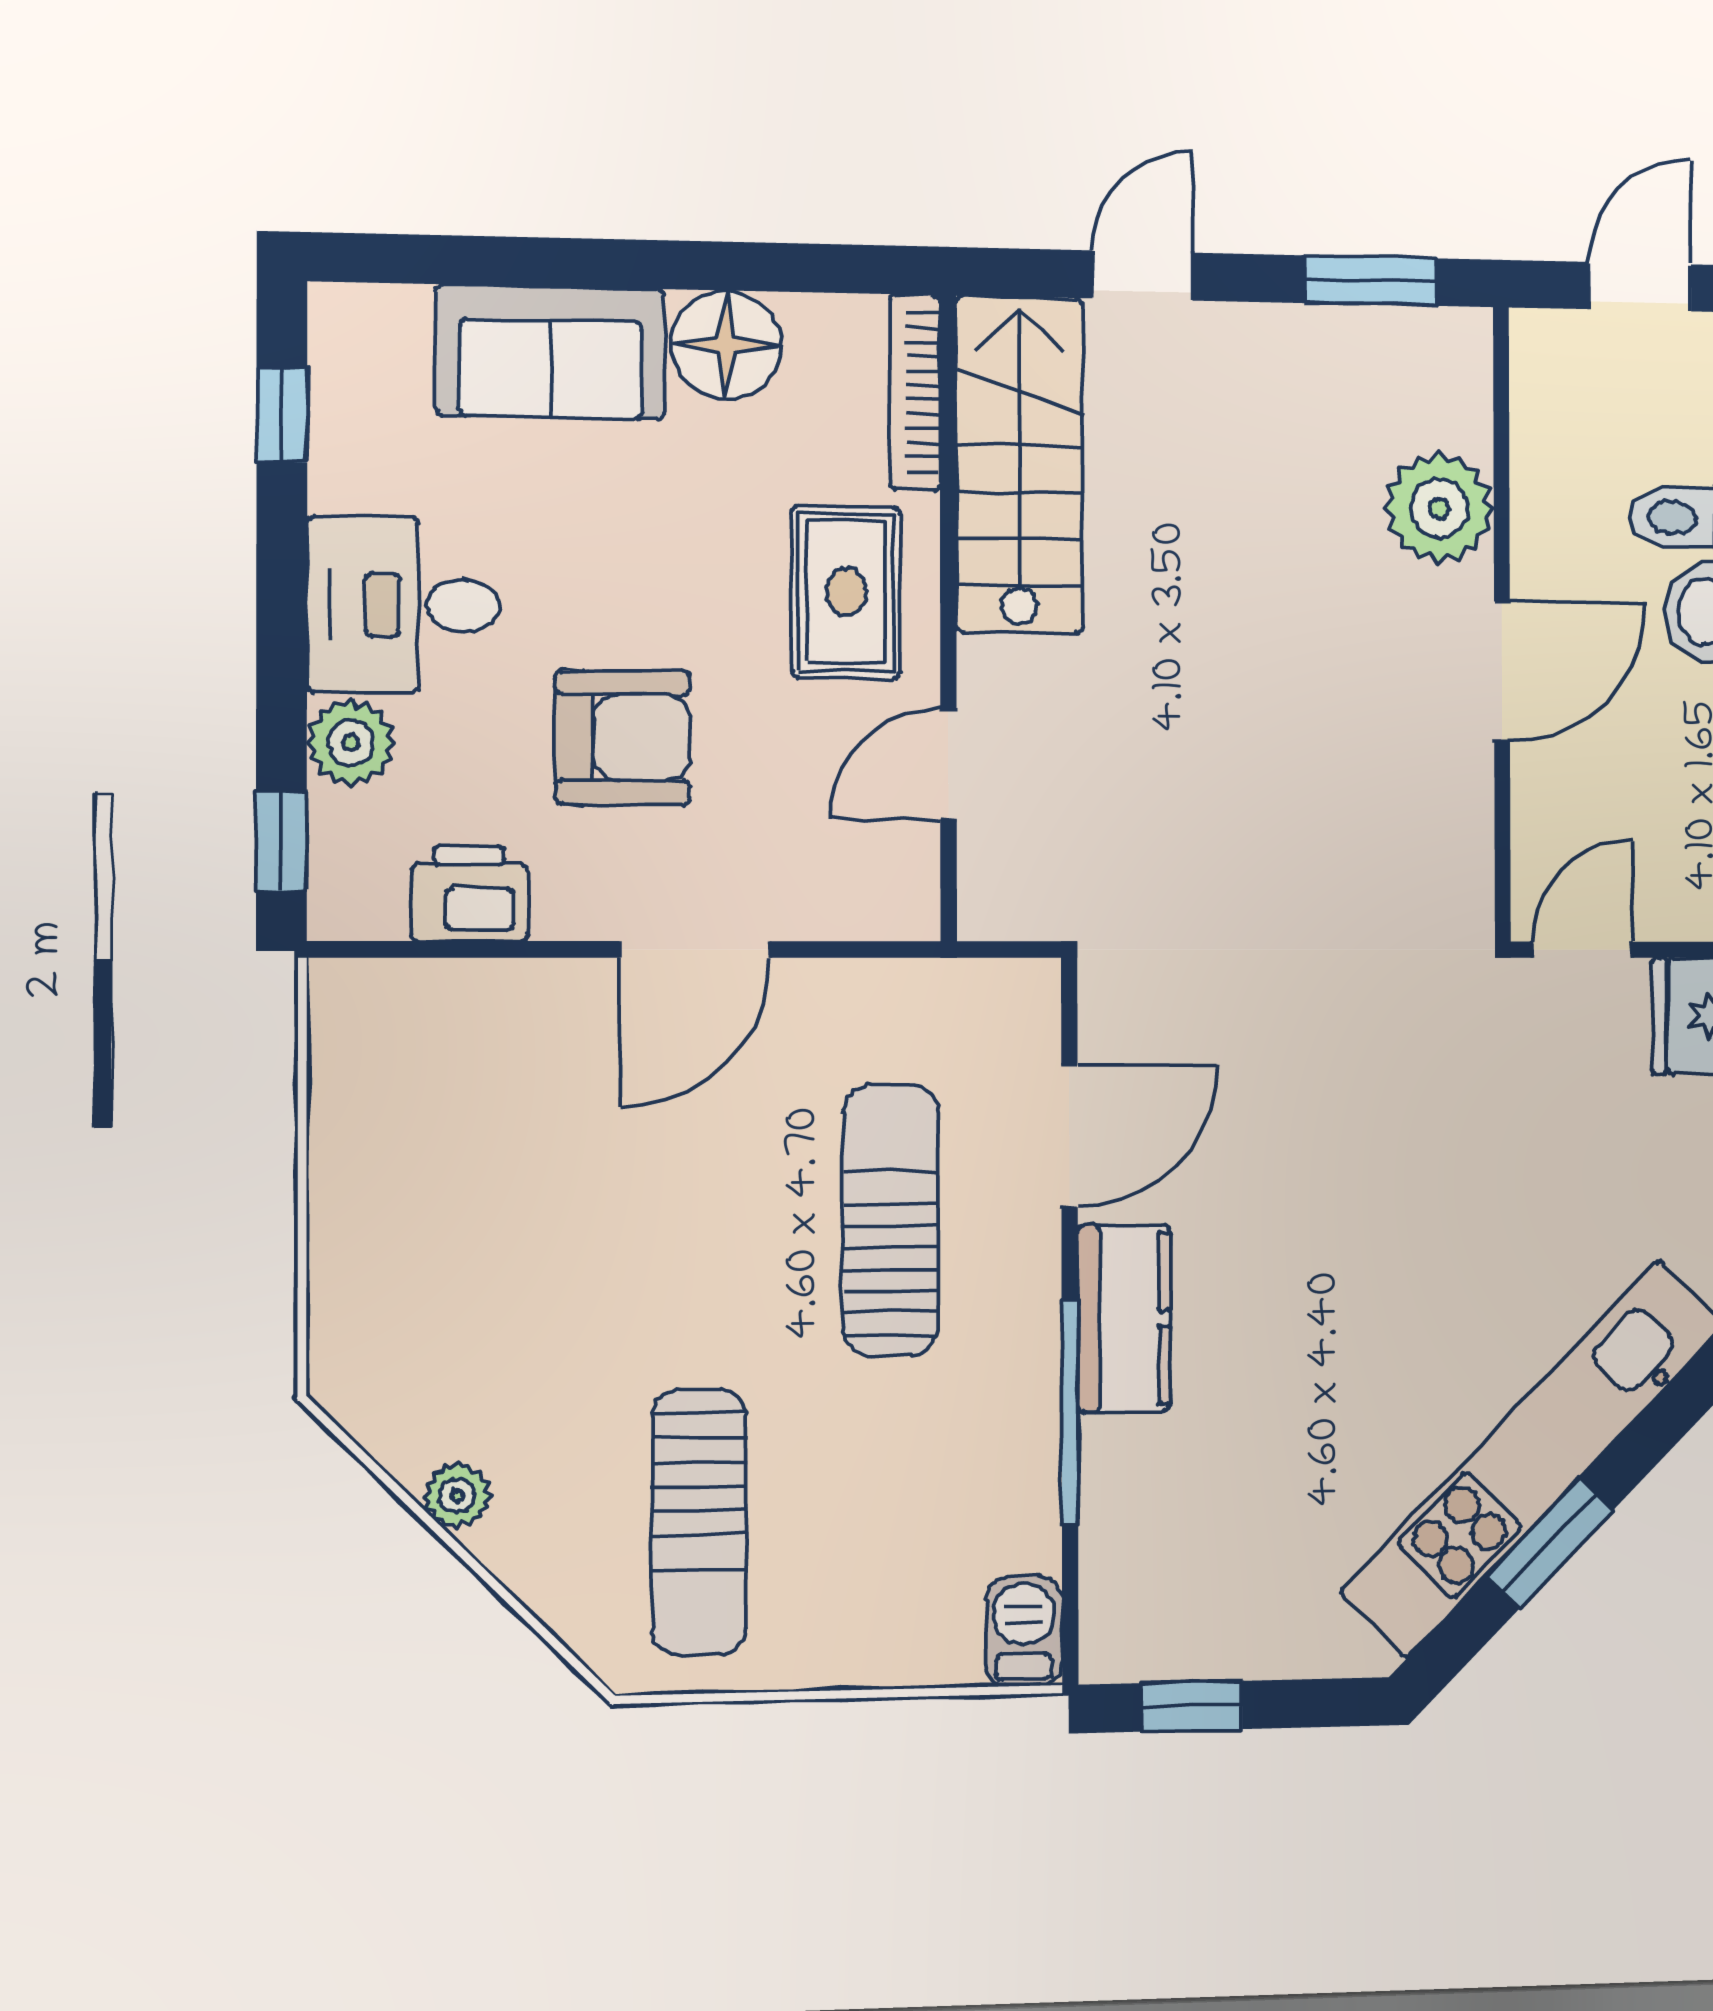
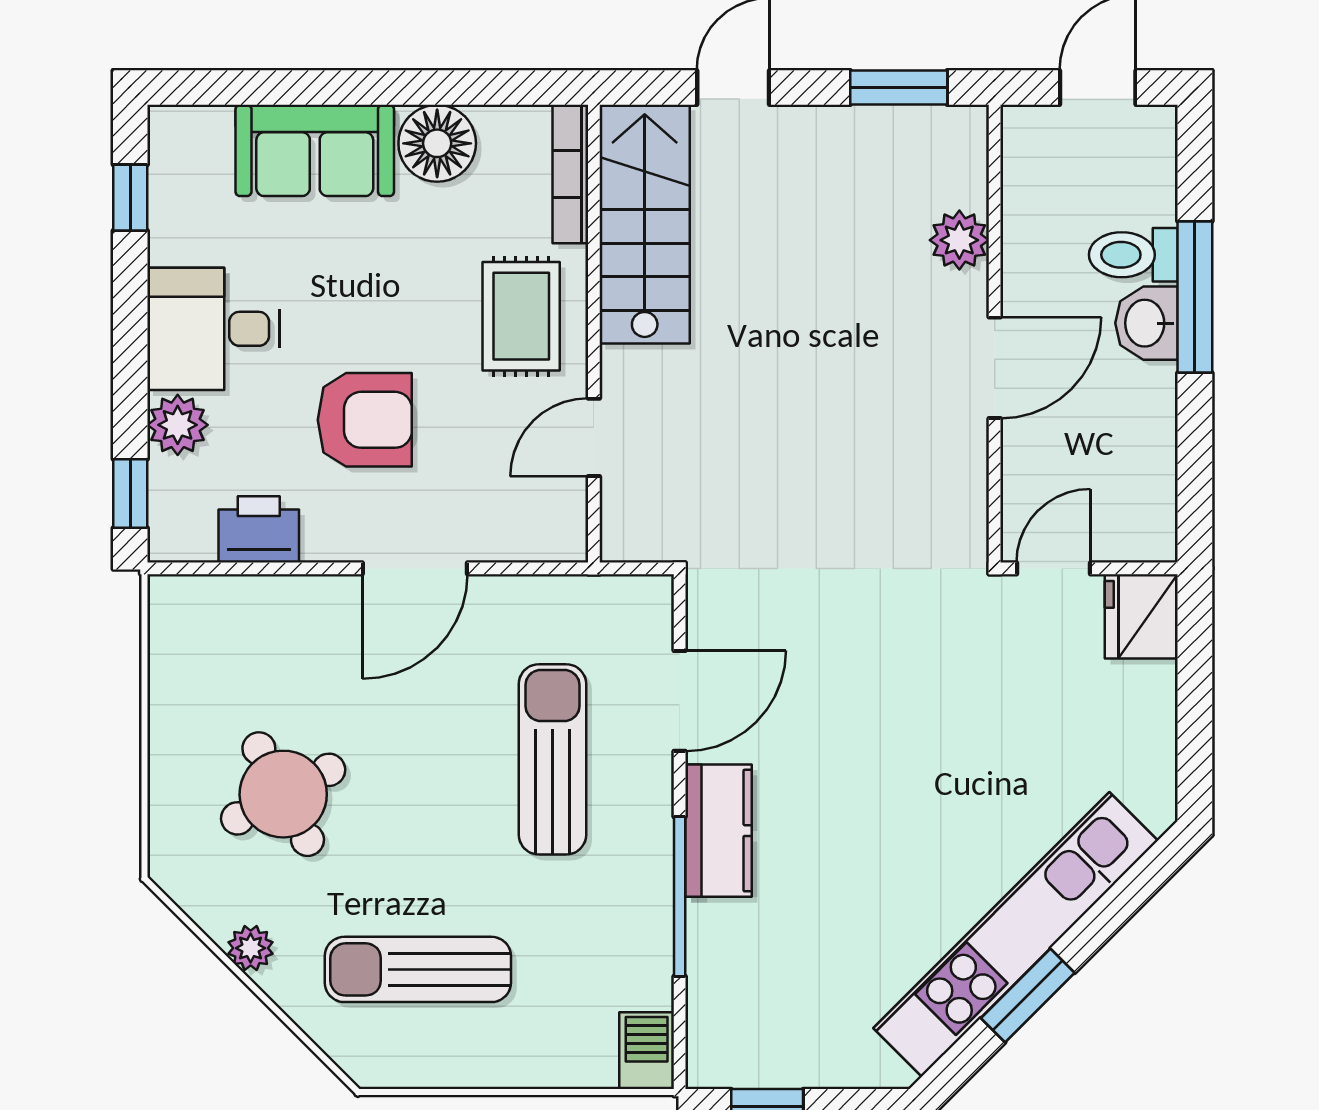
plant: (1439, 508) -> (959, 240), width x0.73, depth x0.73
round table: (505, 1274) -> (283, 794), added
sun lounger: (699, 1522) -> (418, 969), turned 90

